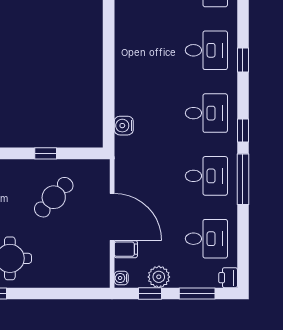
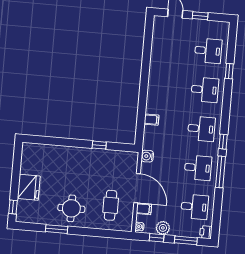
window: (243, 60) -> (229, 71), moved
filing cabinet: (125, 105) -> (152, 120), added
water cooler: (124, 126) -> (147, 156), moved
cafe table: (54, 197) -> (111, 205), moved, turned -43

